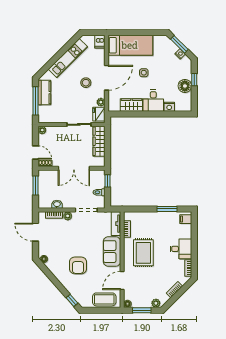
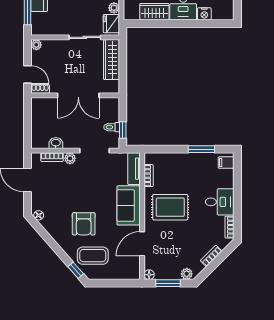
window: (108, 181) -> (123, 130), moved
window: (36, 186) -> (28, 118), removed
rug: (143, 253) -> (170, 207), turned 90
coffee table: (104, 299) -> (93, 256), moved

